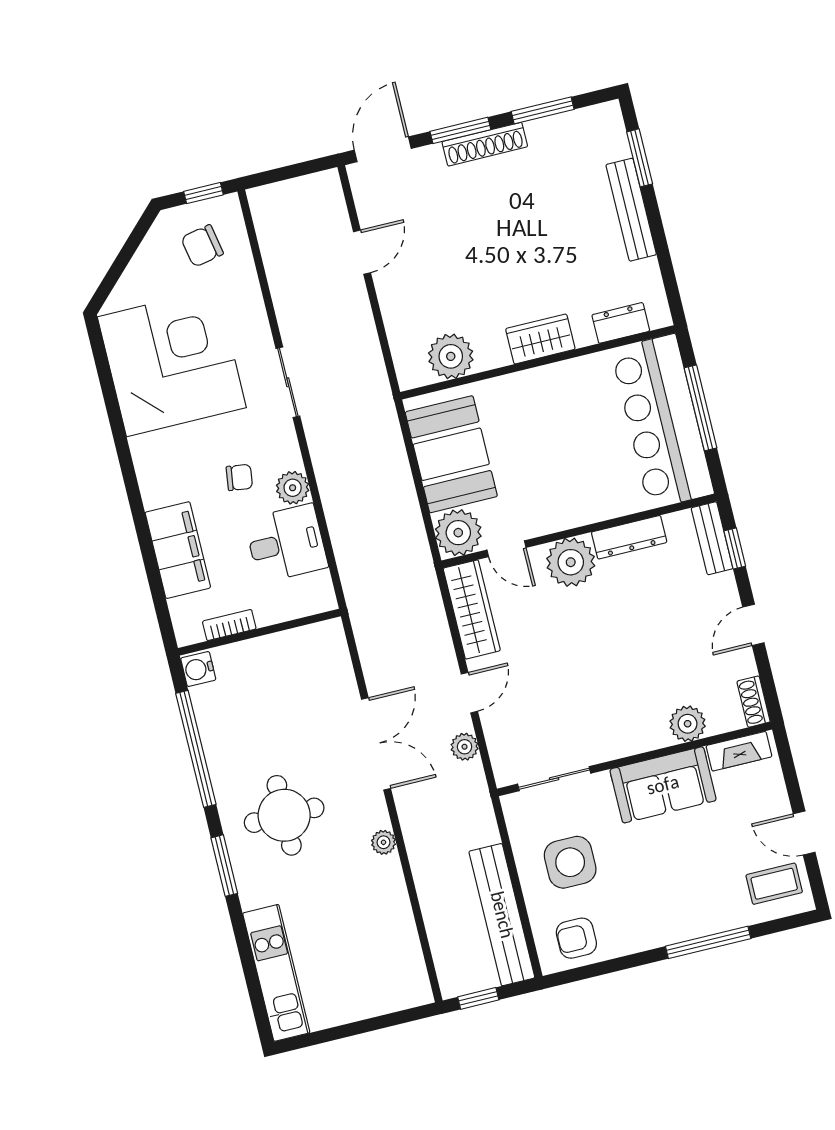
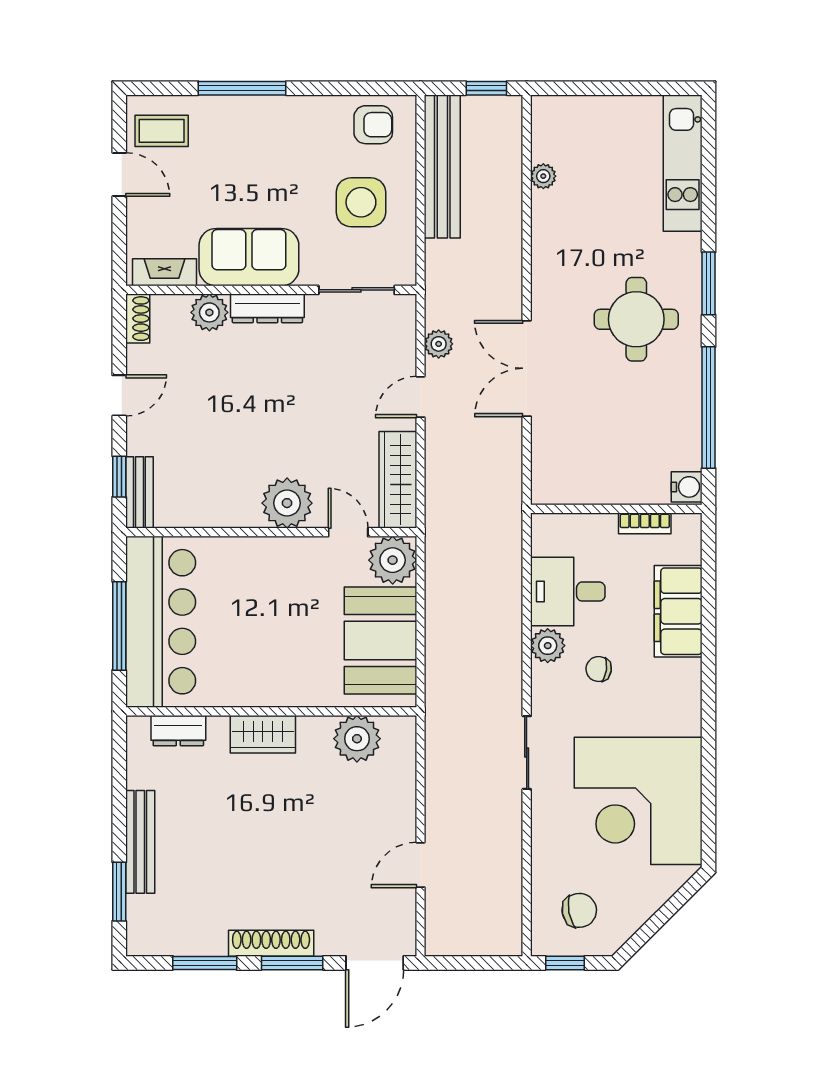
dresser: (629, 537) -> (267, 308), moved, turned 180
plant: (383, 842) -> (543, 176), moved

